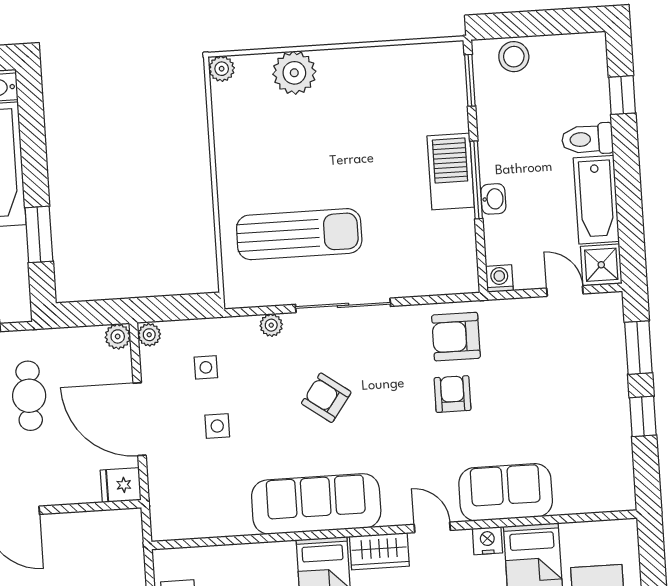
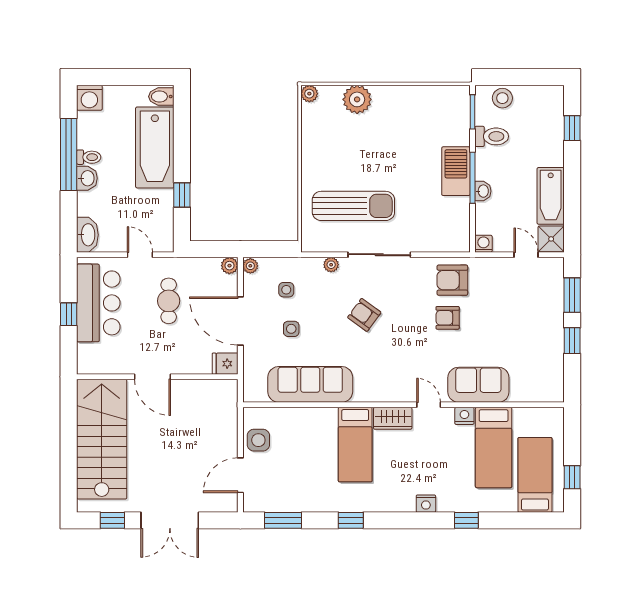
toilet: (587, 139) -> (492, 136), moved, turned 180
window: (39, 234) -> (182, 195), width x0.67
armchair: (452, 394) -> (448, 318), turned -90
sofa: (316, 504) -> (310, 384), moved

